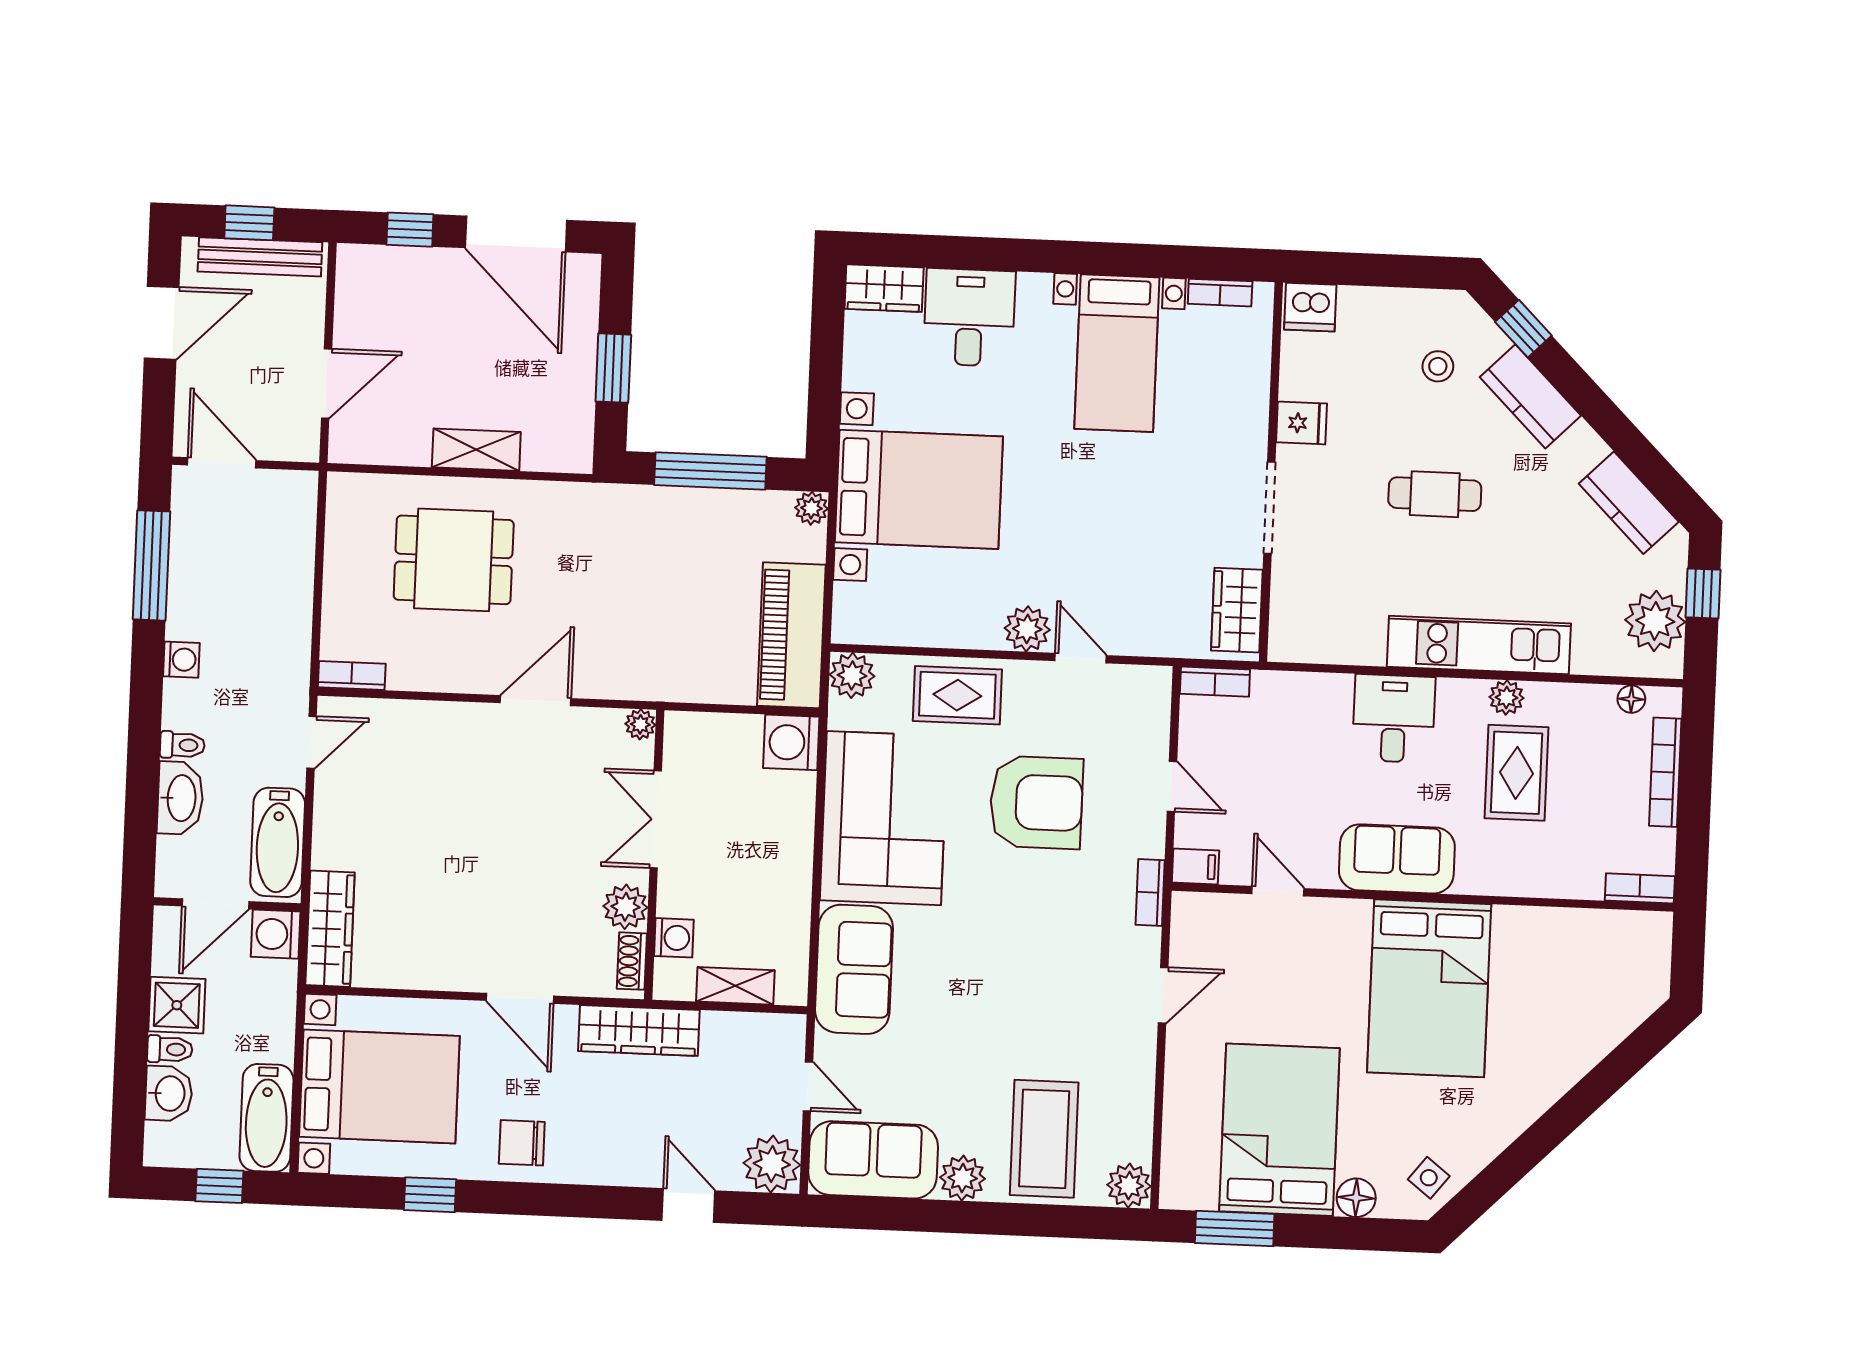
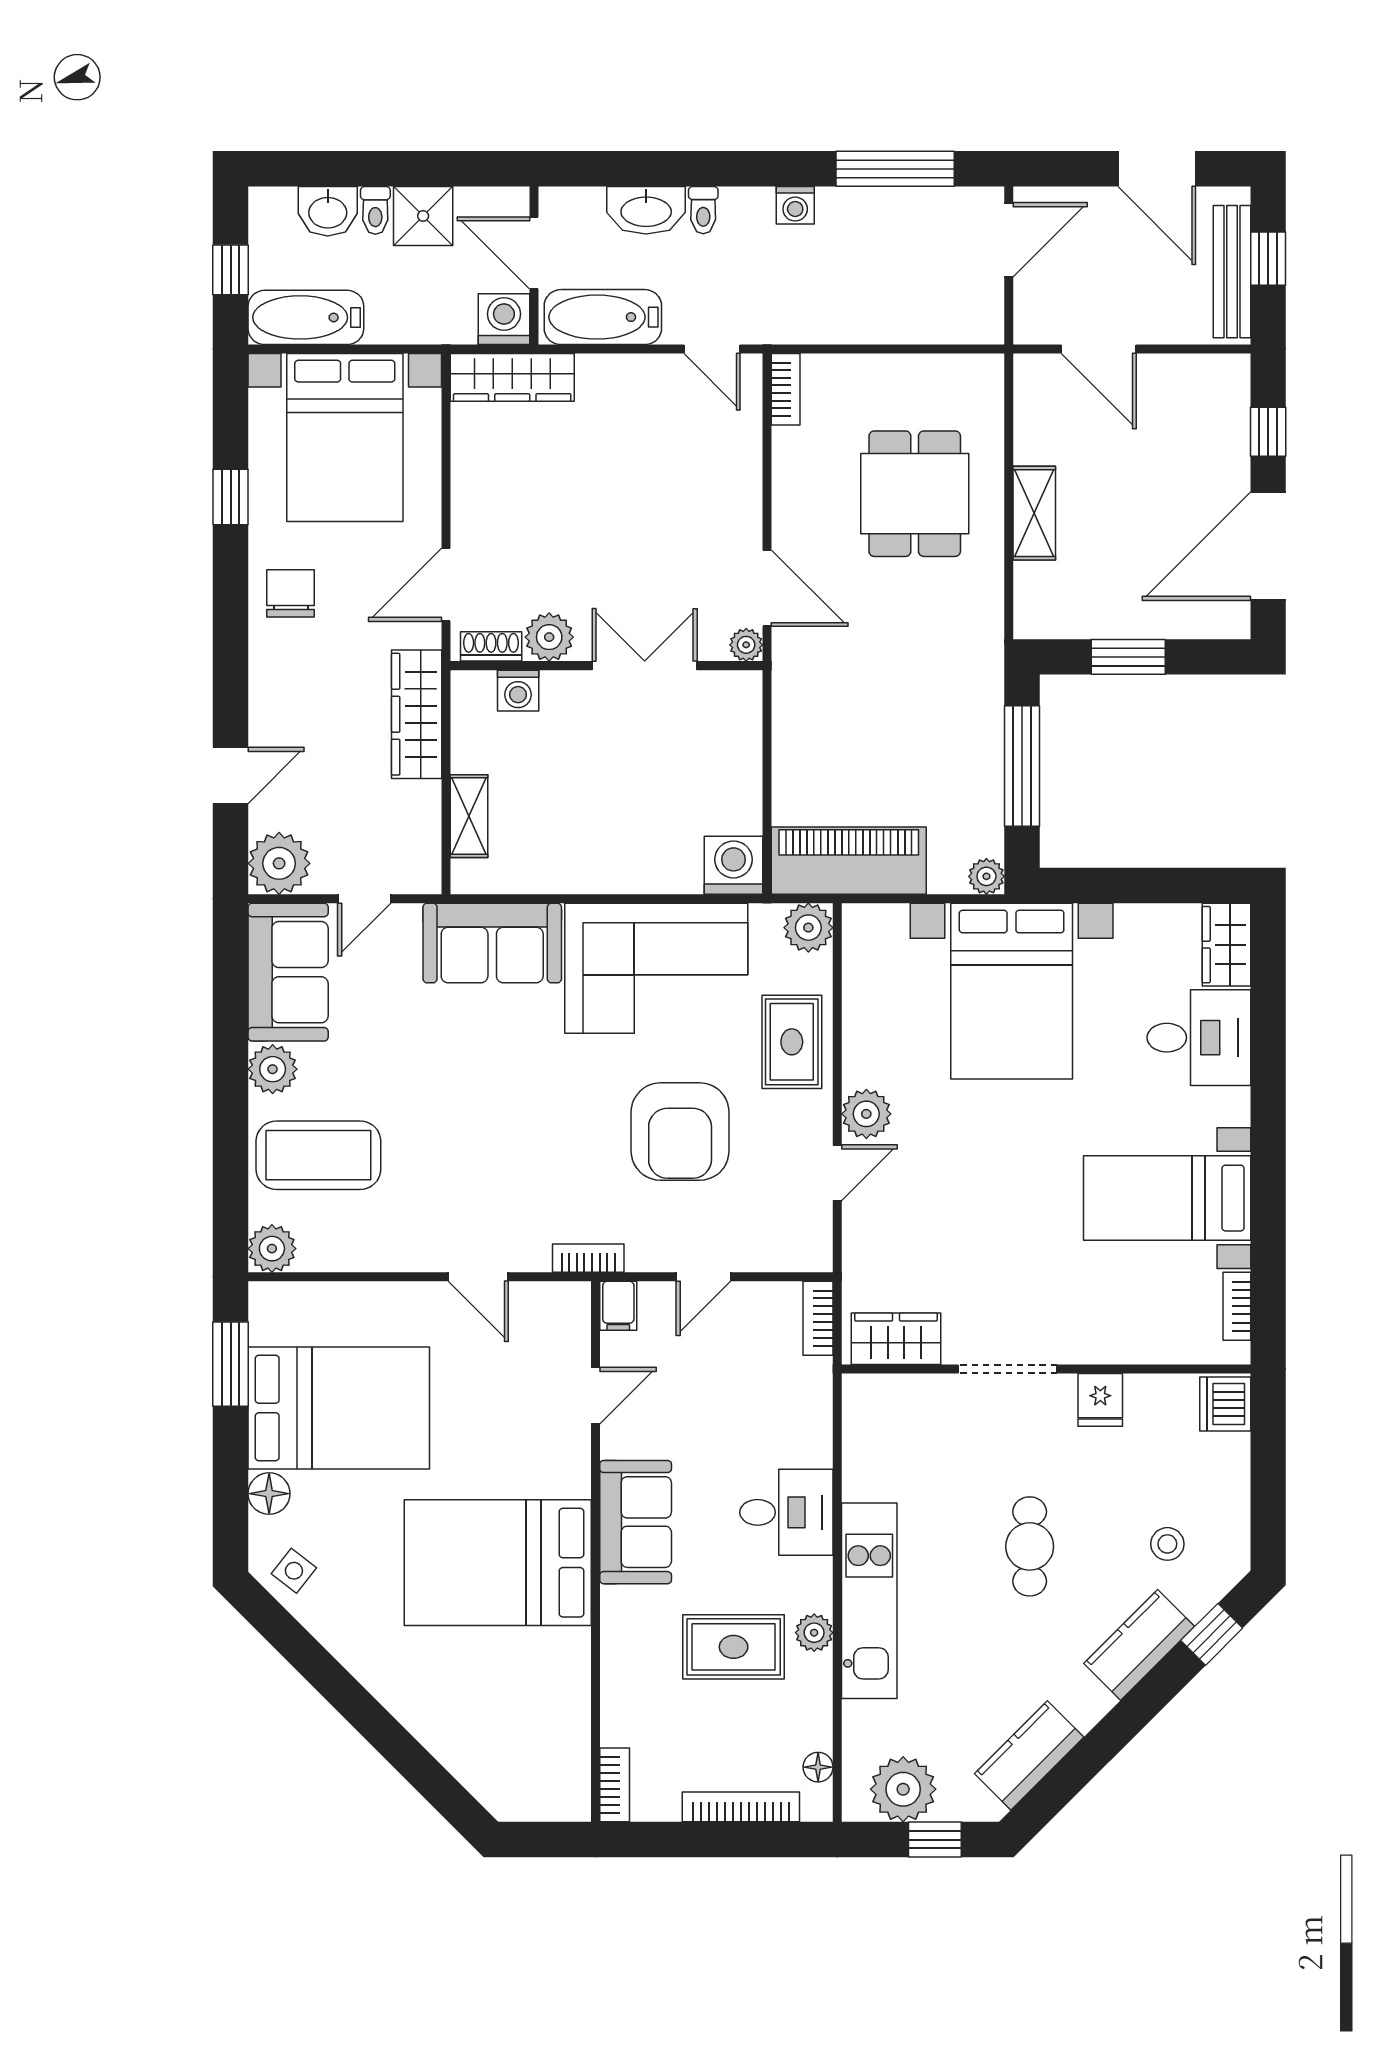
plant: (640, 724) -> (746, 645), moved
double door: (656, 819) -> (645, 666), moved
wall: (654, 855) -> (606, 666), moved
plant: (625, 907) -> (549, 637), moved
washing machine: (674, 938) -> (518, 691), moved
shoe rack: (632, 961) -> (491, 646), moved

